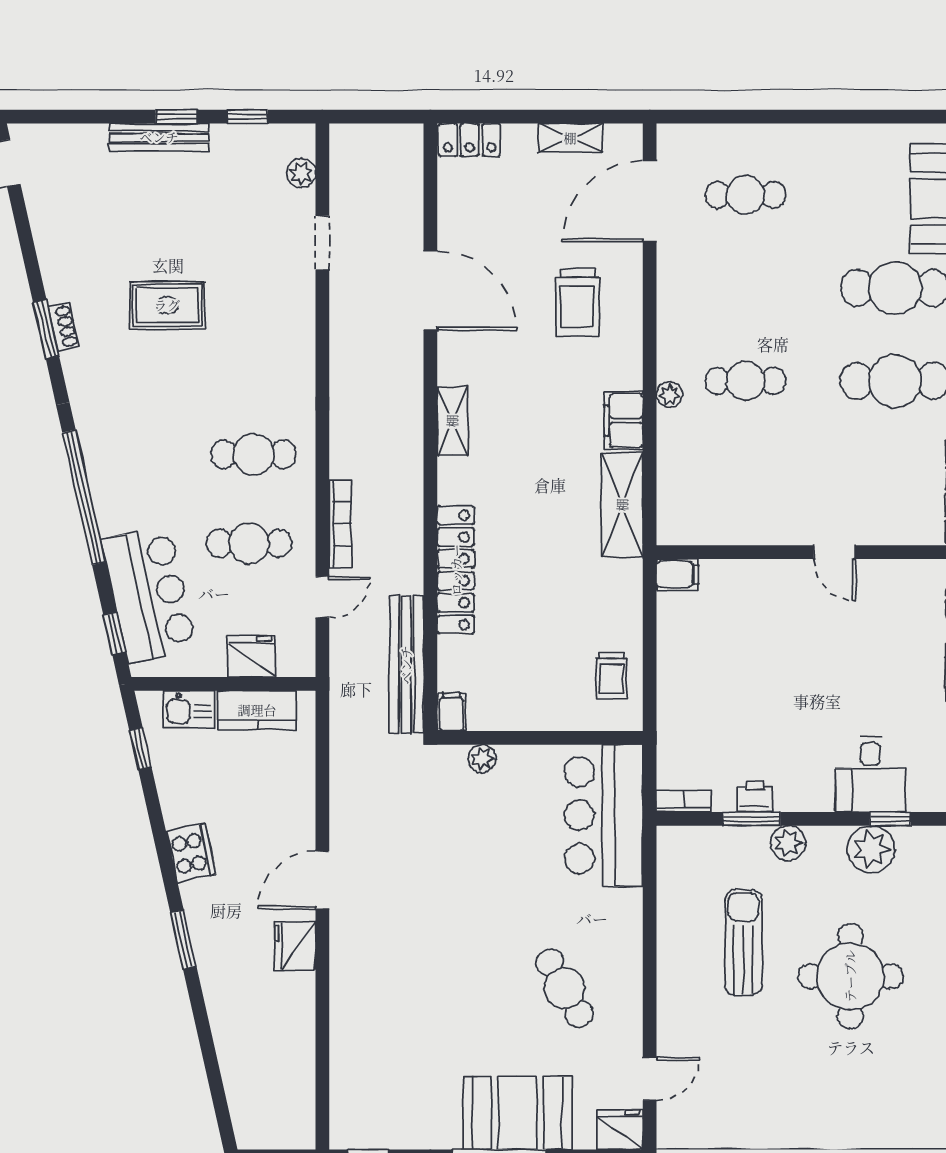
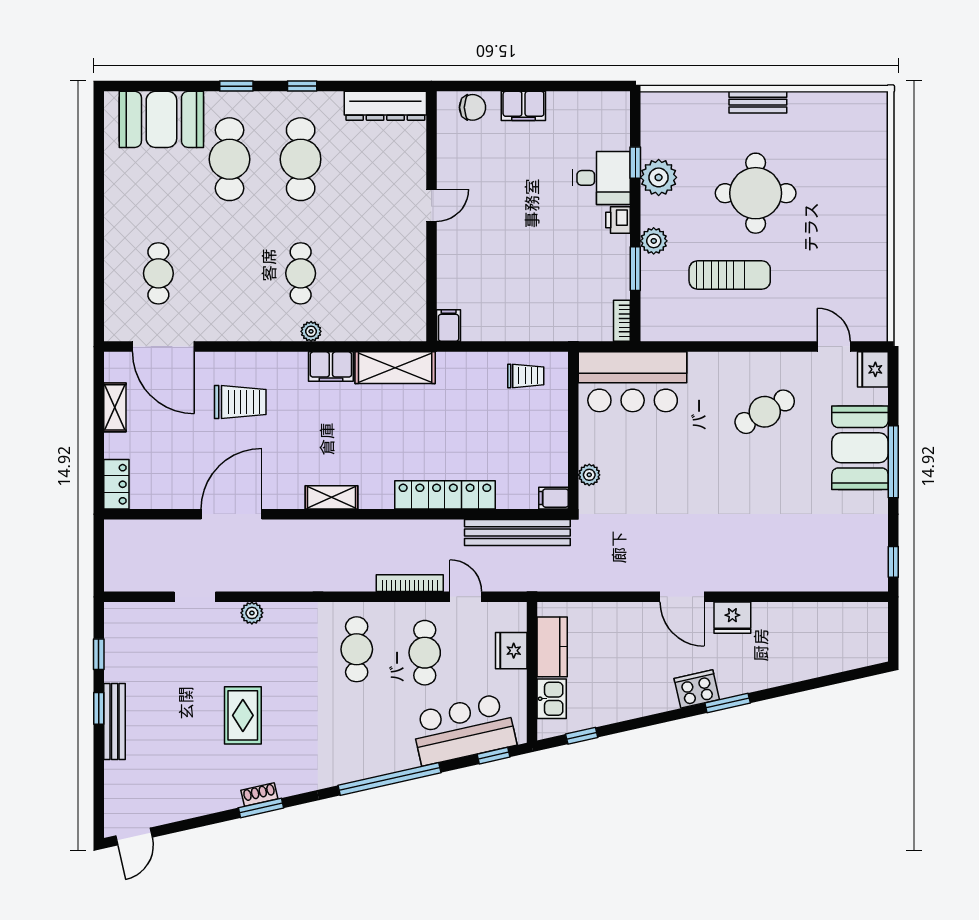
plant: (301, 173) -> (252, 613), moved
printer: (755, 796) -> (618, 220), moved
cooker: (191, 853) -> (697, 689), moved
sun lounger: (743, 942) -> (730, 275), turned 180

